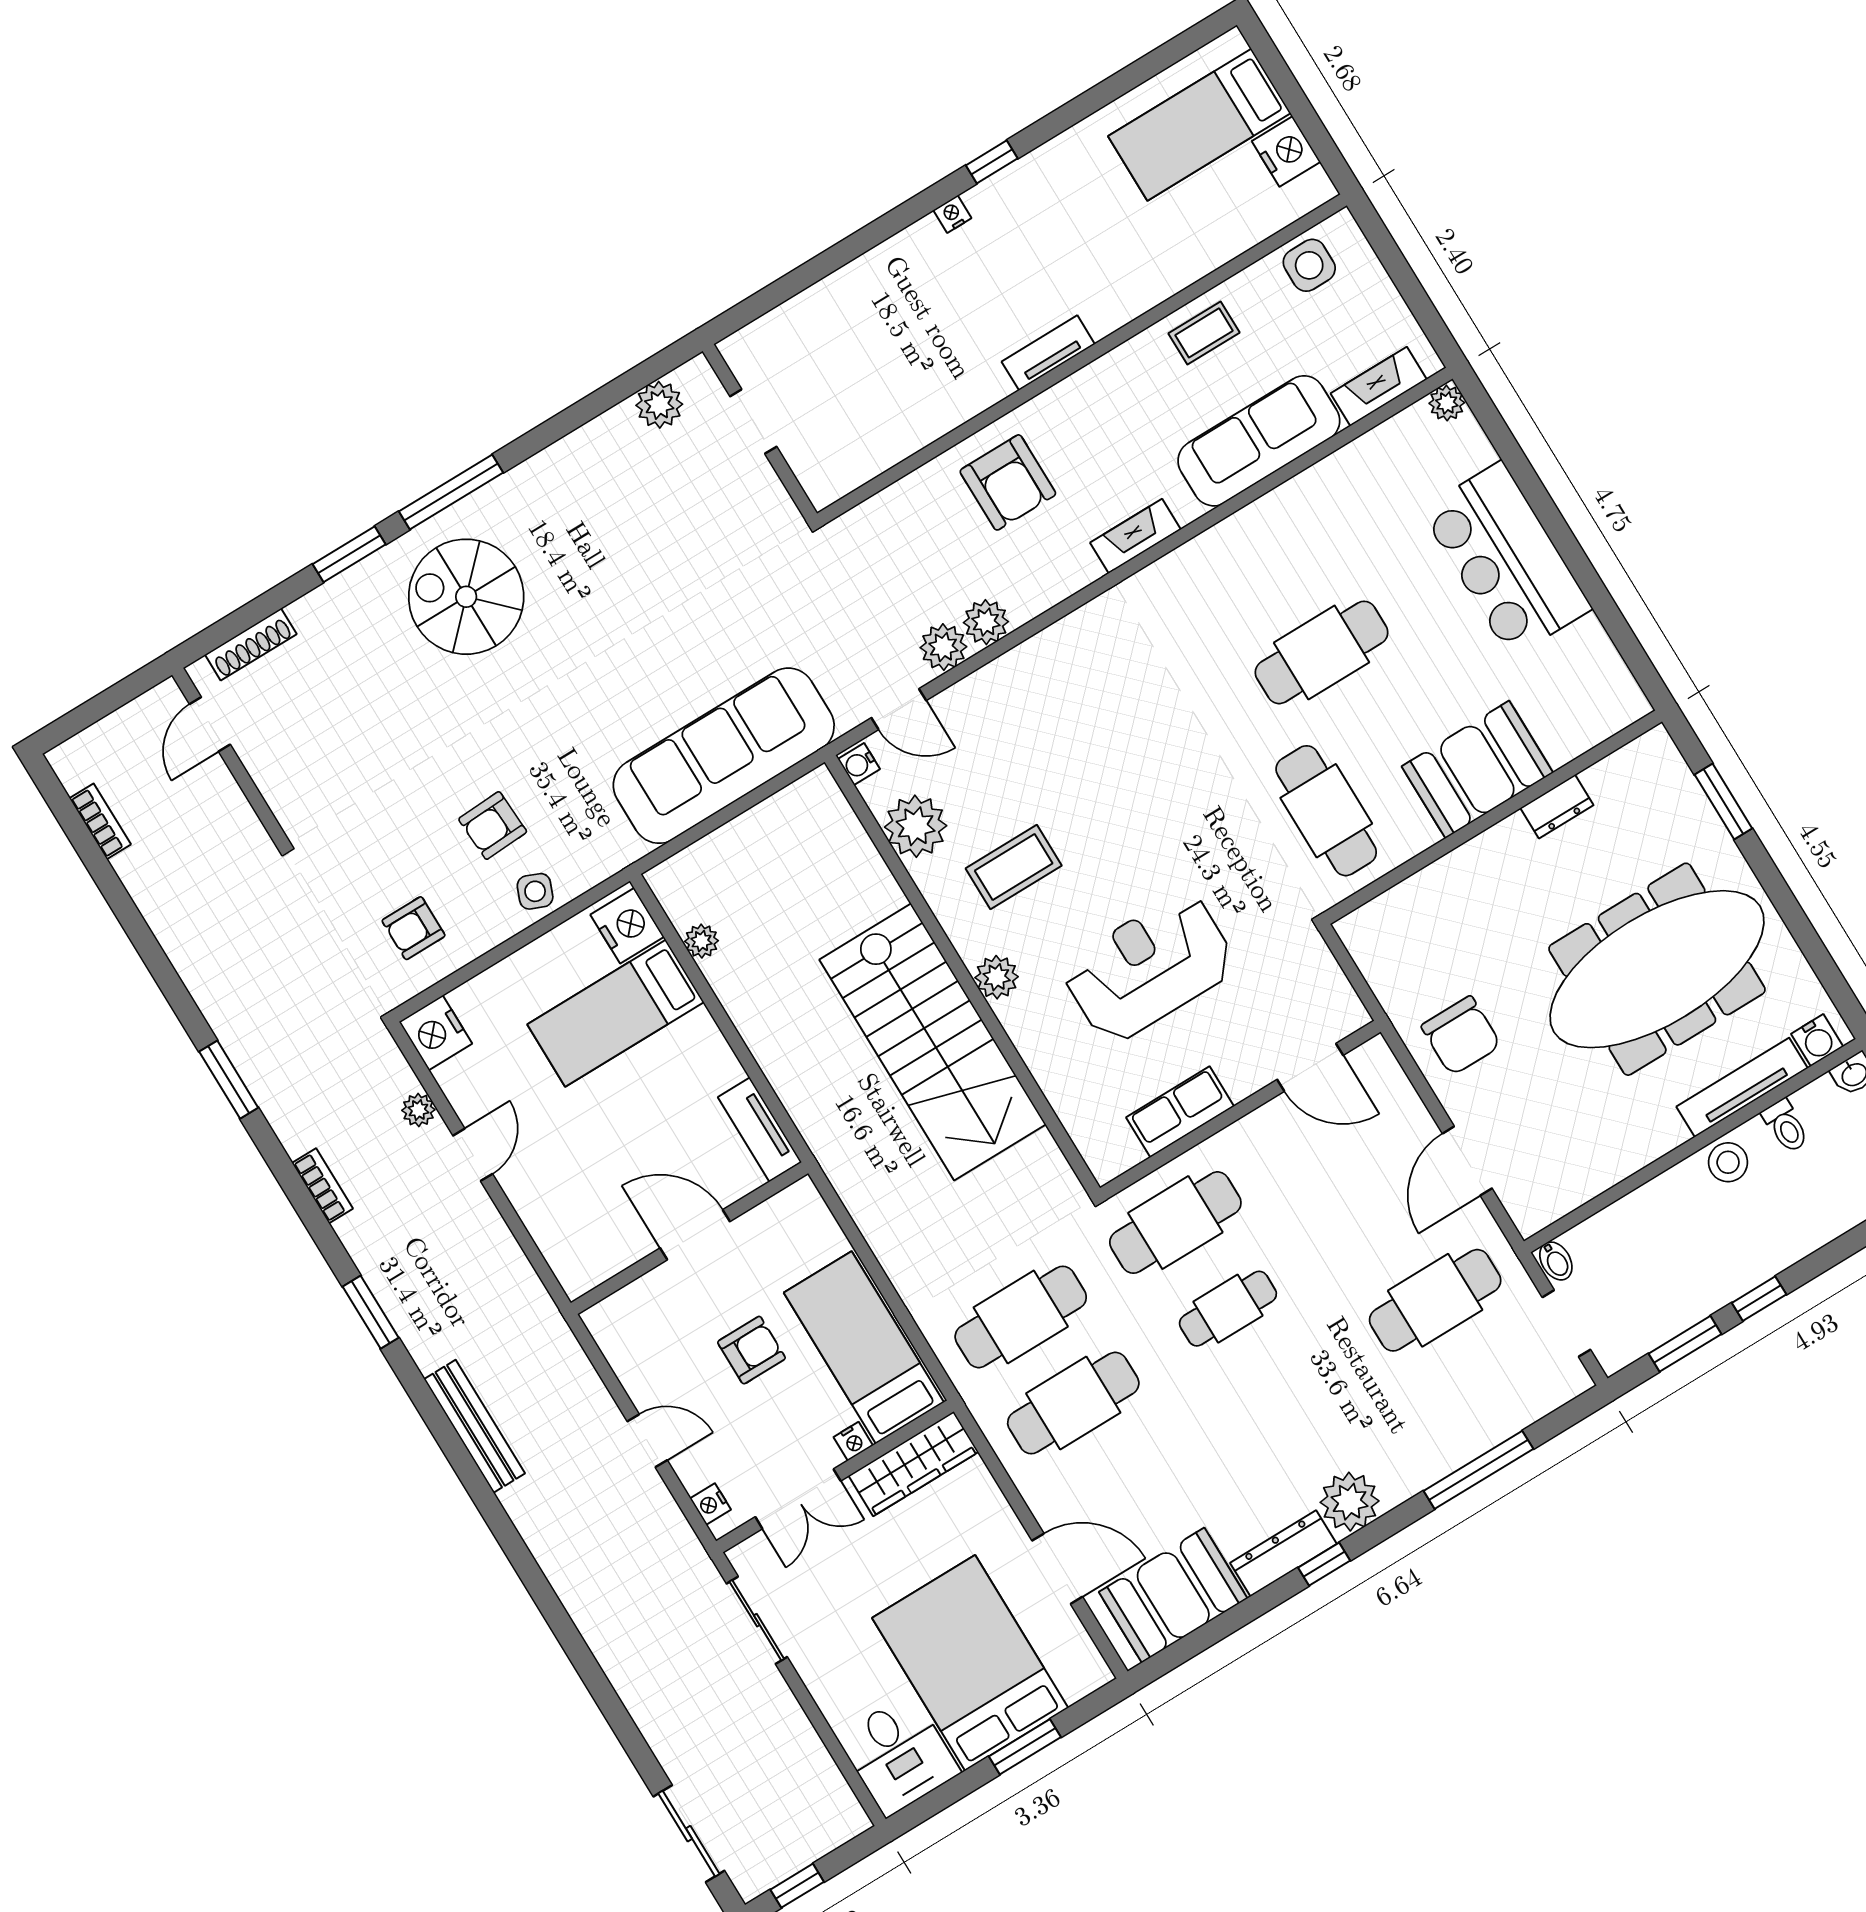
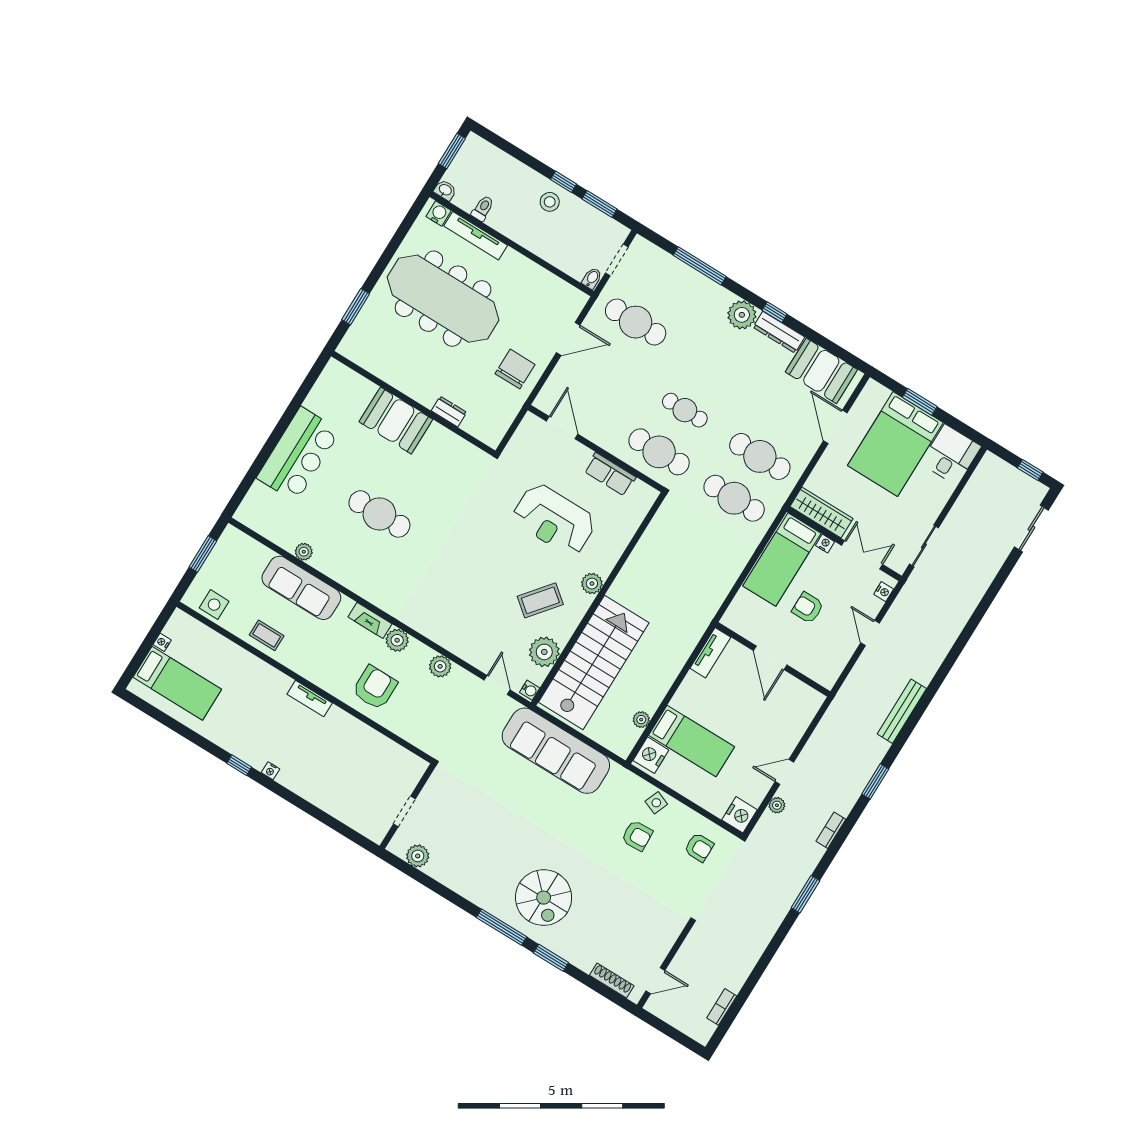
nightstand: (1286, 151) -> (162, 642), width x0.53, depth x0.56
window: (1412, 292) -> (203, 554), added
fireplace: (1379, 386) -> (251, 548), removed
plant: (1447, 403) -> (304, 552), moved
plant: (943, 647) -> (397, 640), moved
dresser: (1557, 807) -> (449, 412), moved
cafe table: (1326, 811) -> (447, 477), removed
coffee table: (1014, 867) -> (540, 600), turned -51
stairs: (933, 1042) -> (594, 662), moved
stool: (1728, 1162) -> (550, 202), moved

